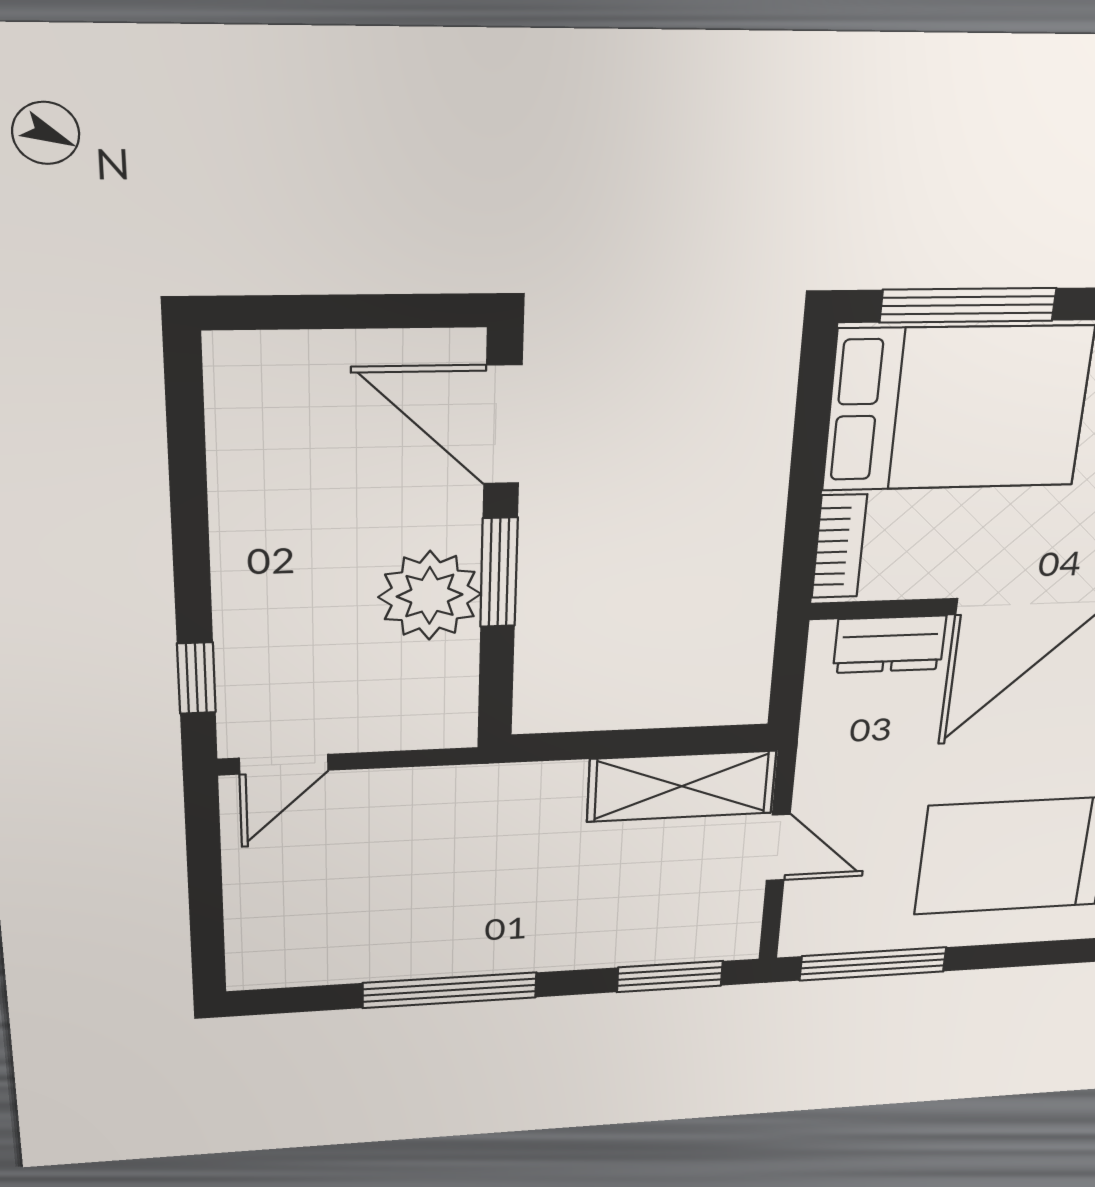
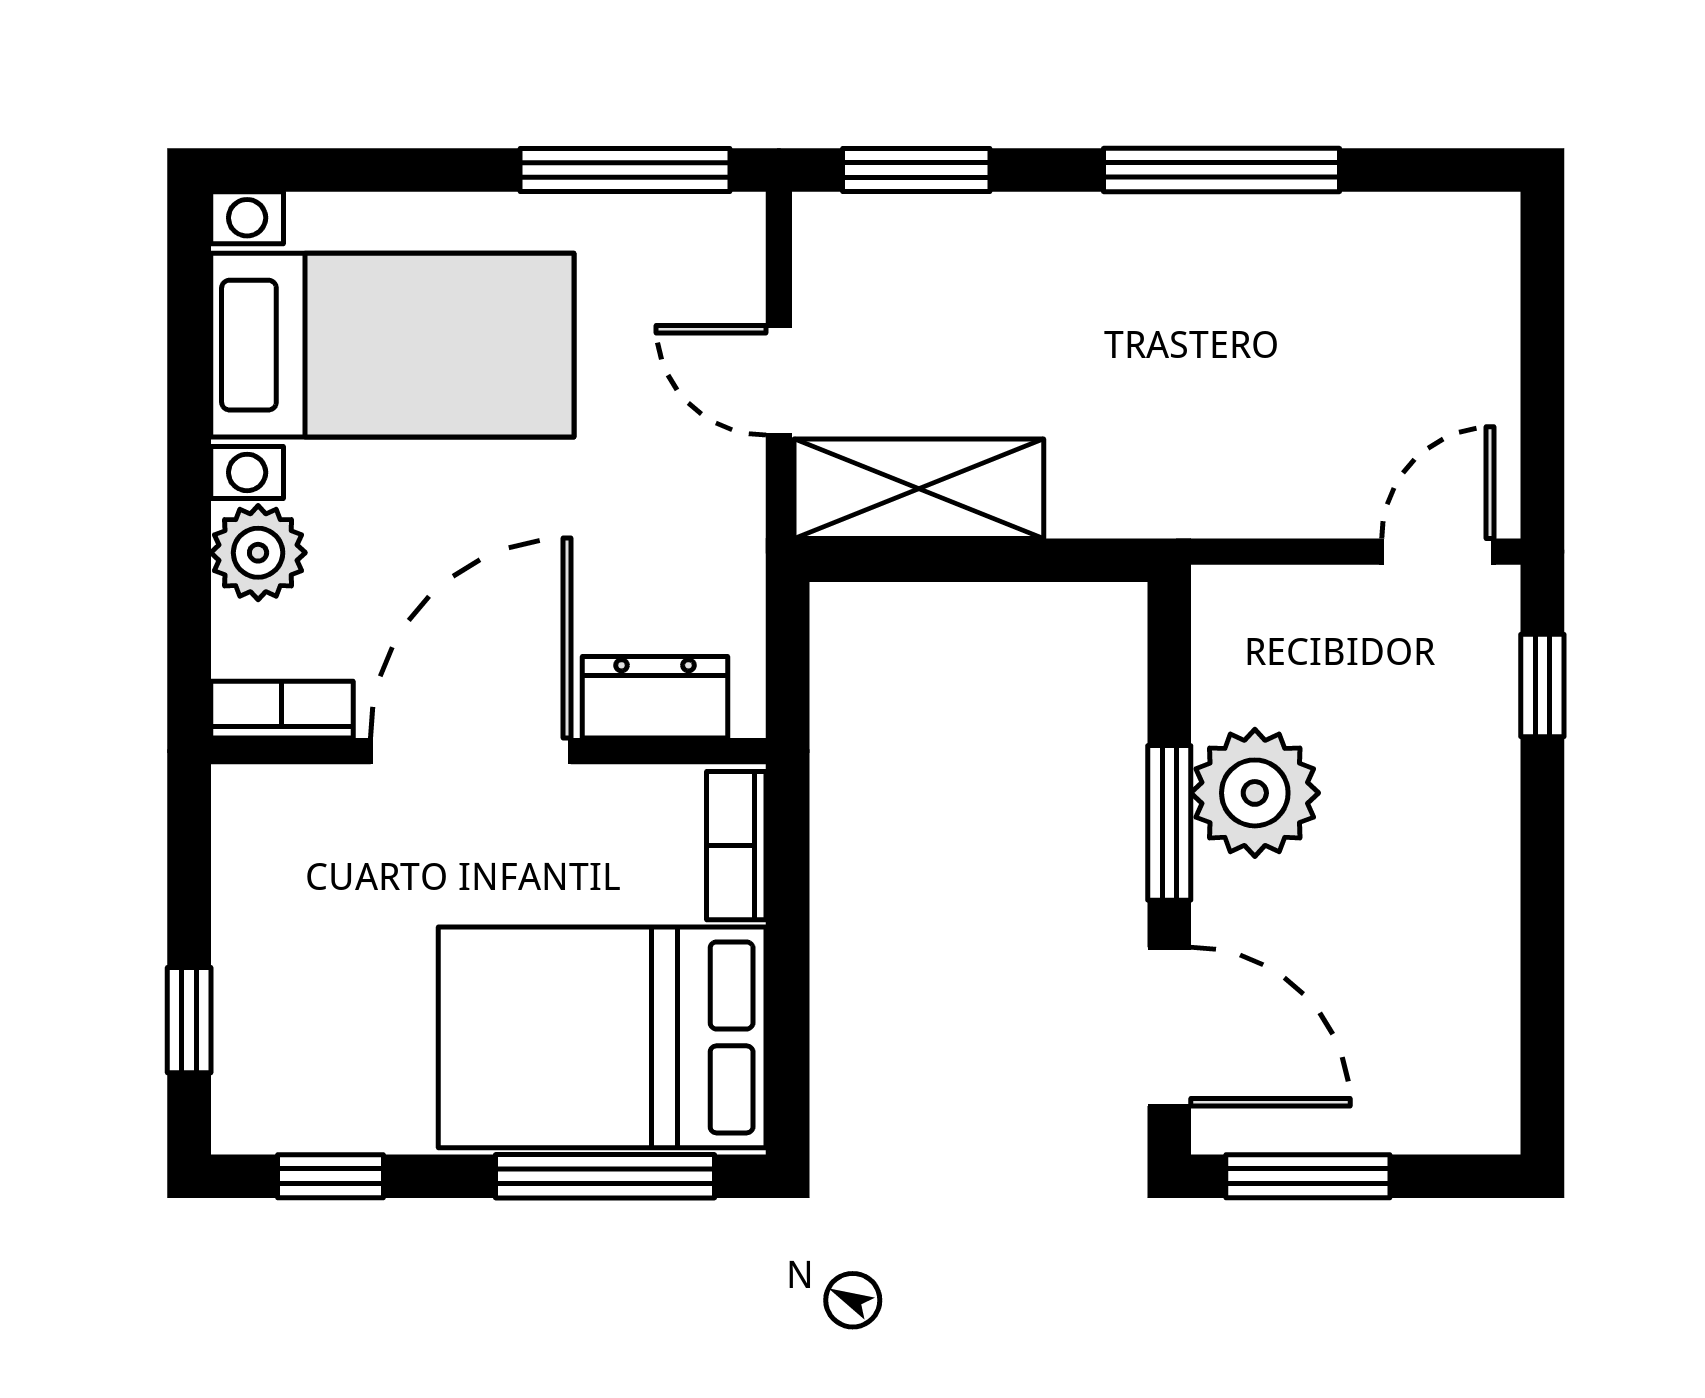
window: (387, 311) -> (1308, 1176), added

